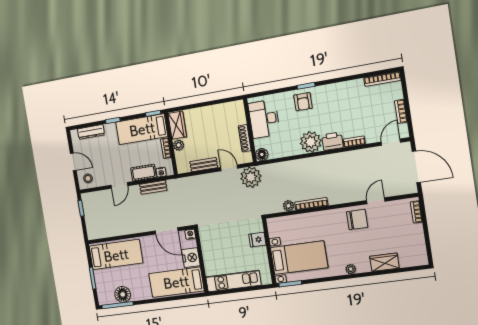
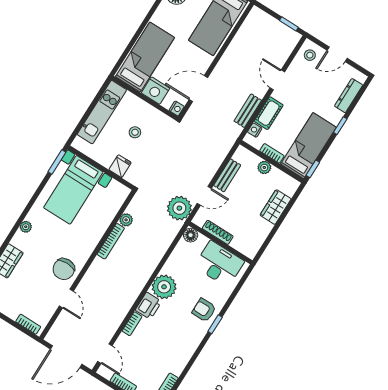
wardrobe: (177, 125) -> (276, 207), moved, turned 90
stool: (228, 248) -> (135, 132), added

